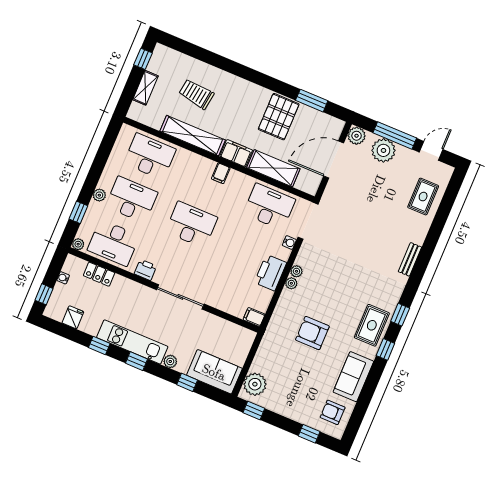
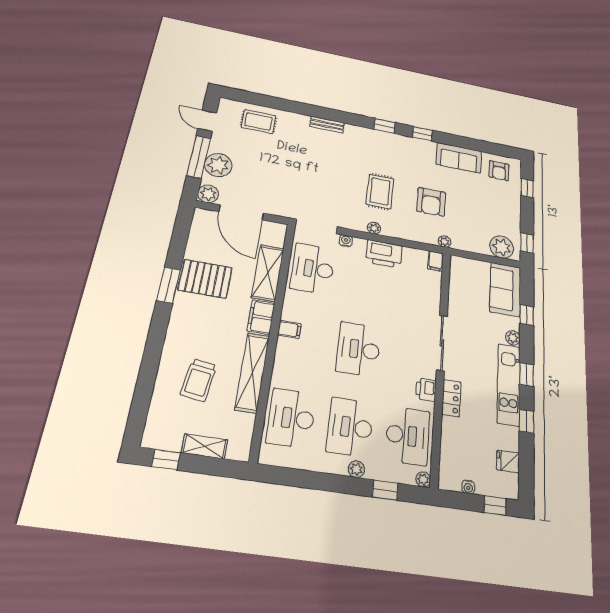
window: (312, 101) -> (169, 285), moved
locker: (99, 274) -> (451, 398), moved
plant: (291, 283) -> (444, 242), moved
rug: (372, 325) -> (380, 191), moved, turned 90

